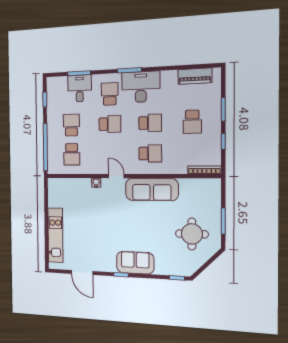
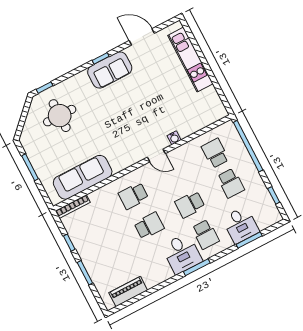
desk: (141, 87) -> (182, 254), width x0.73
school desk: (192, 122) -> (108, 247), removed
school desk: (150, 123) -> (149, 226), turned 180
sofa: (152, 189) -> (83, 177), moved
round table: (192, 234) -> (60, 116), moved
sofa: (135, 263) -> (110, 70), moved

